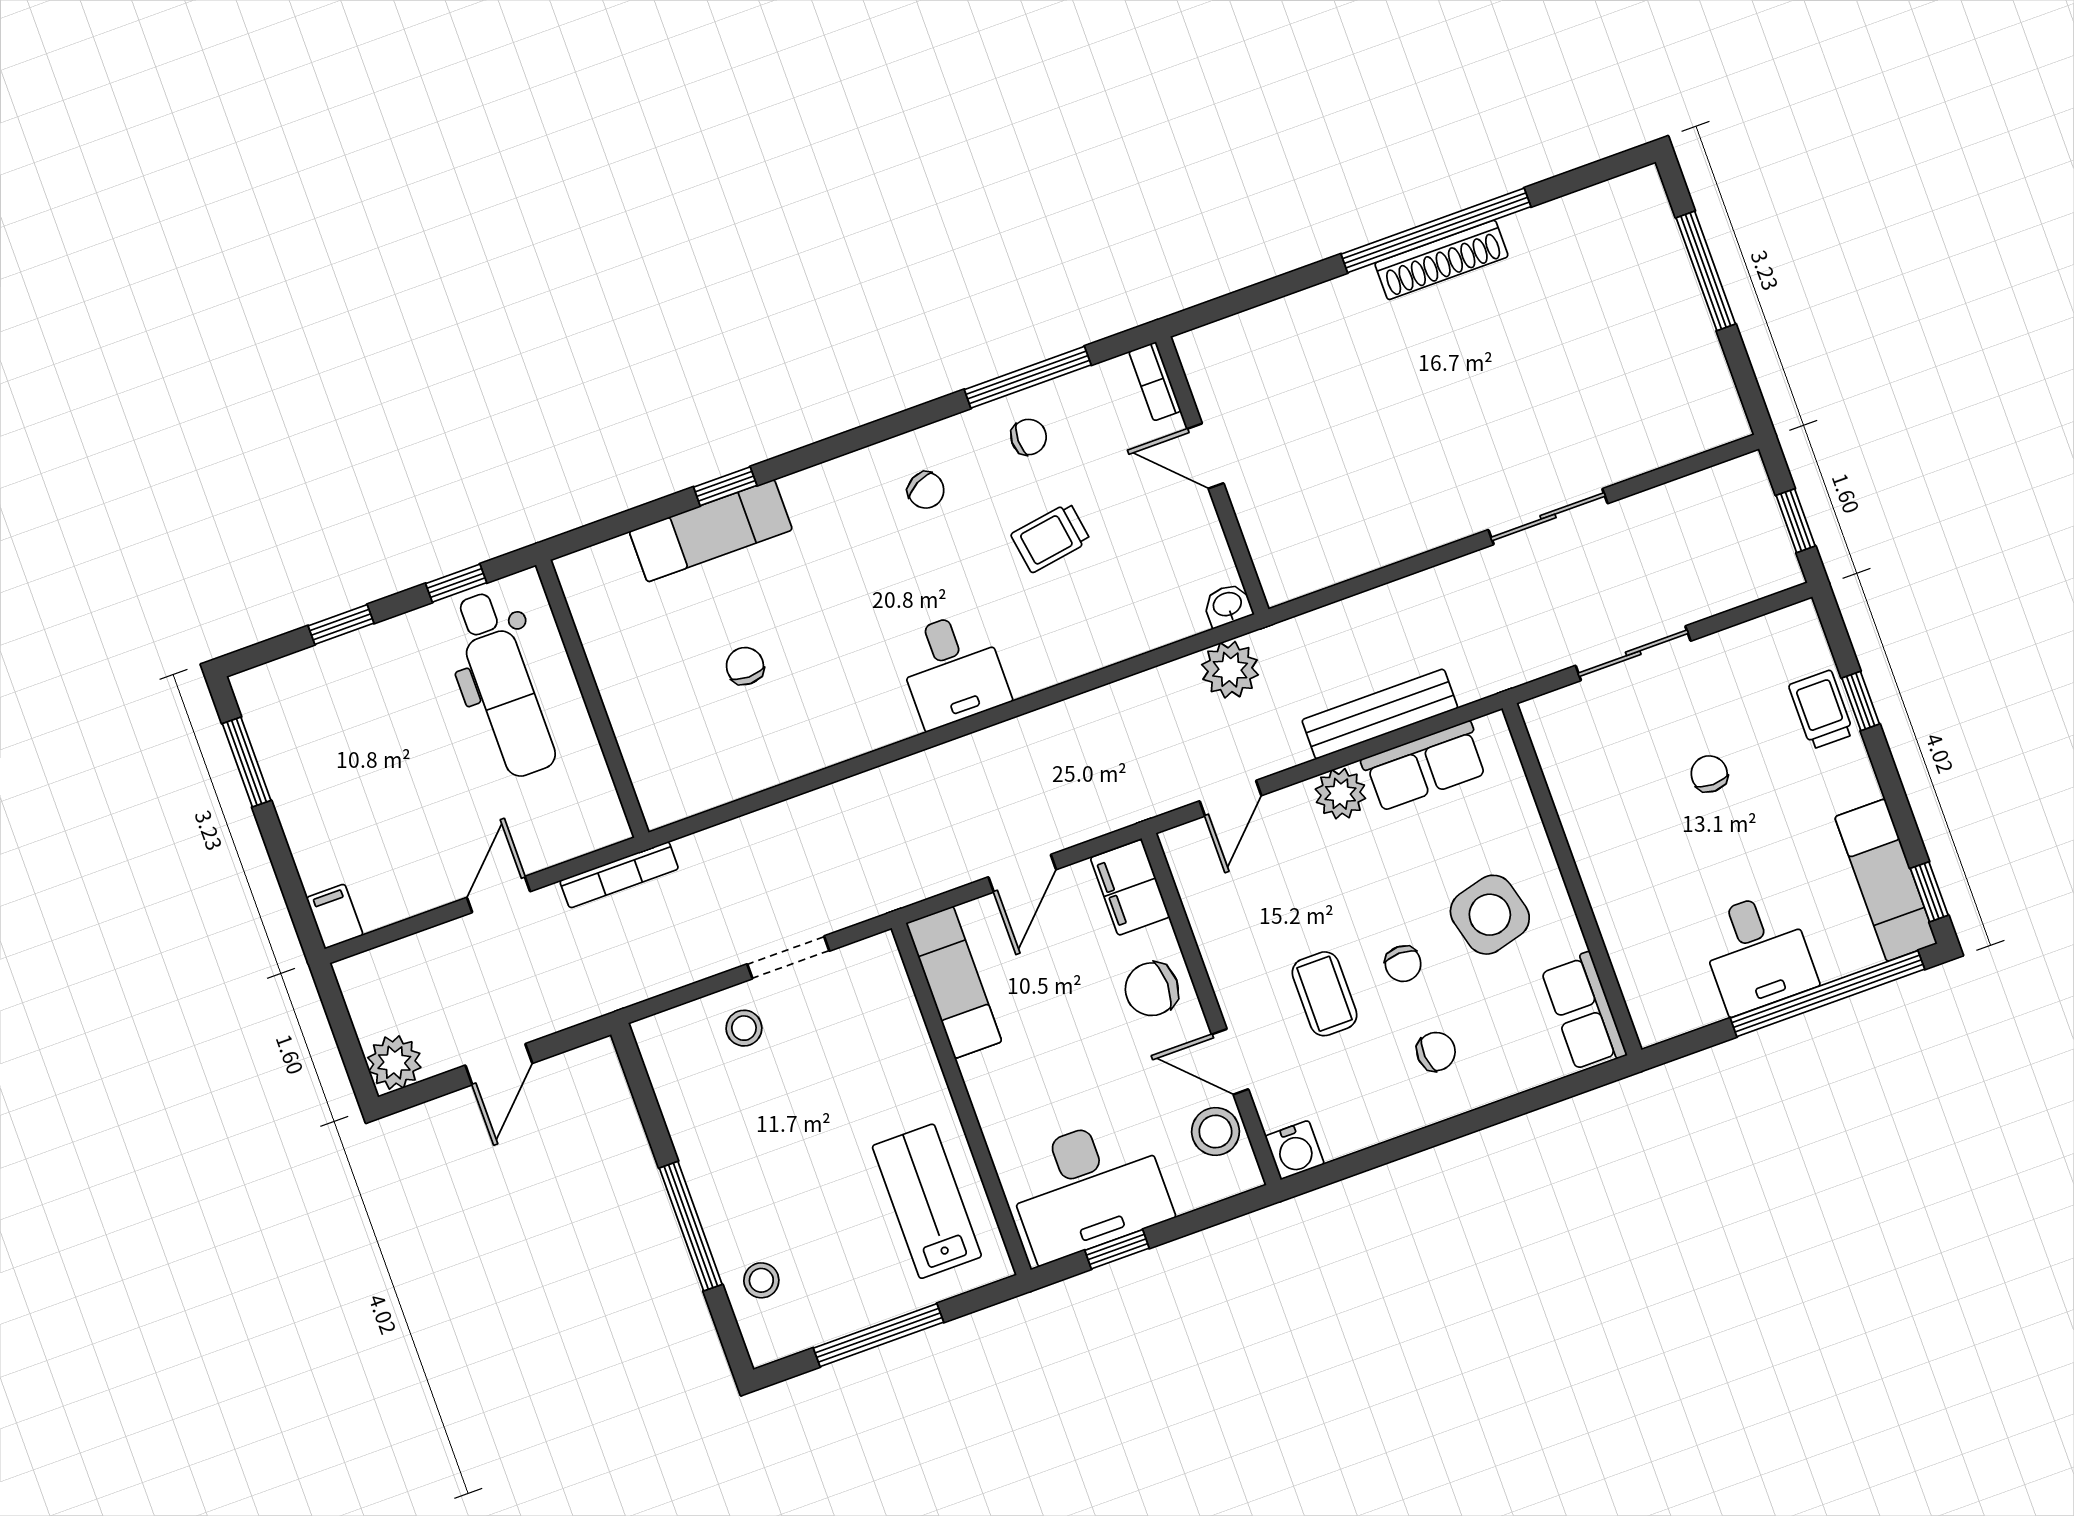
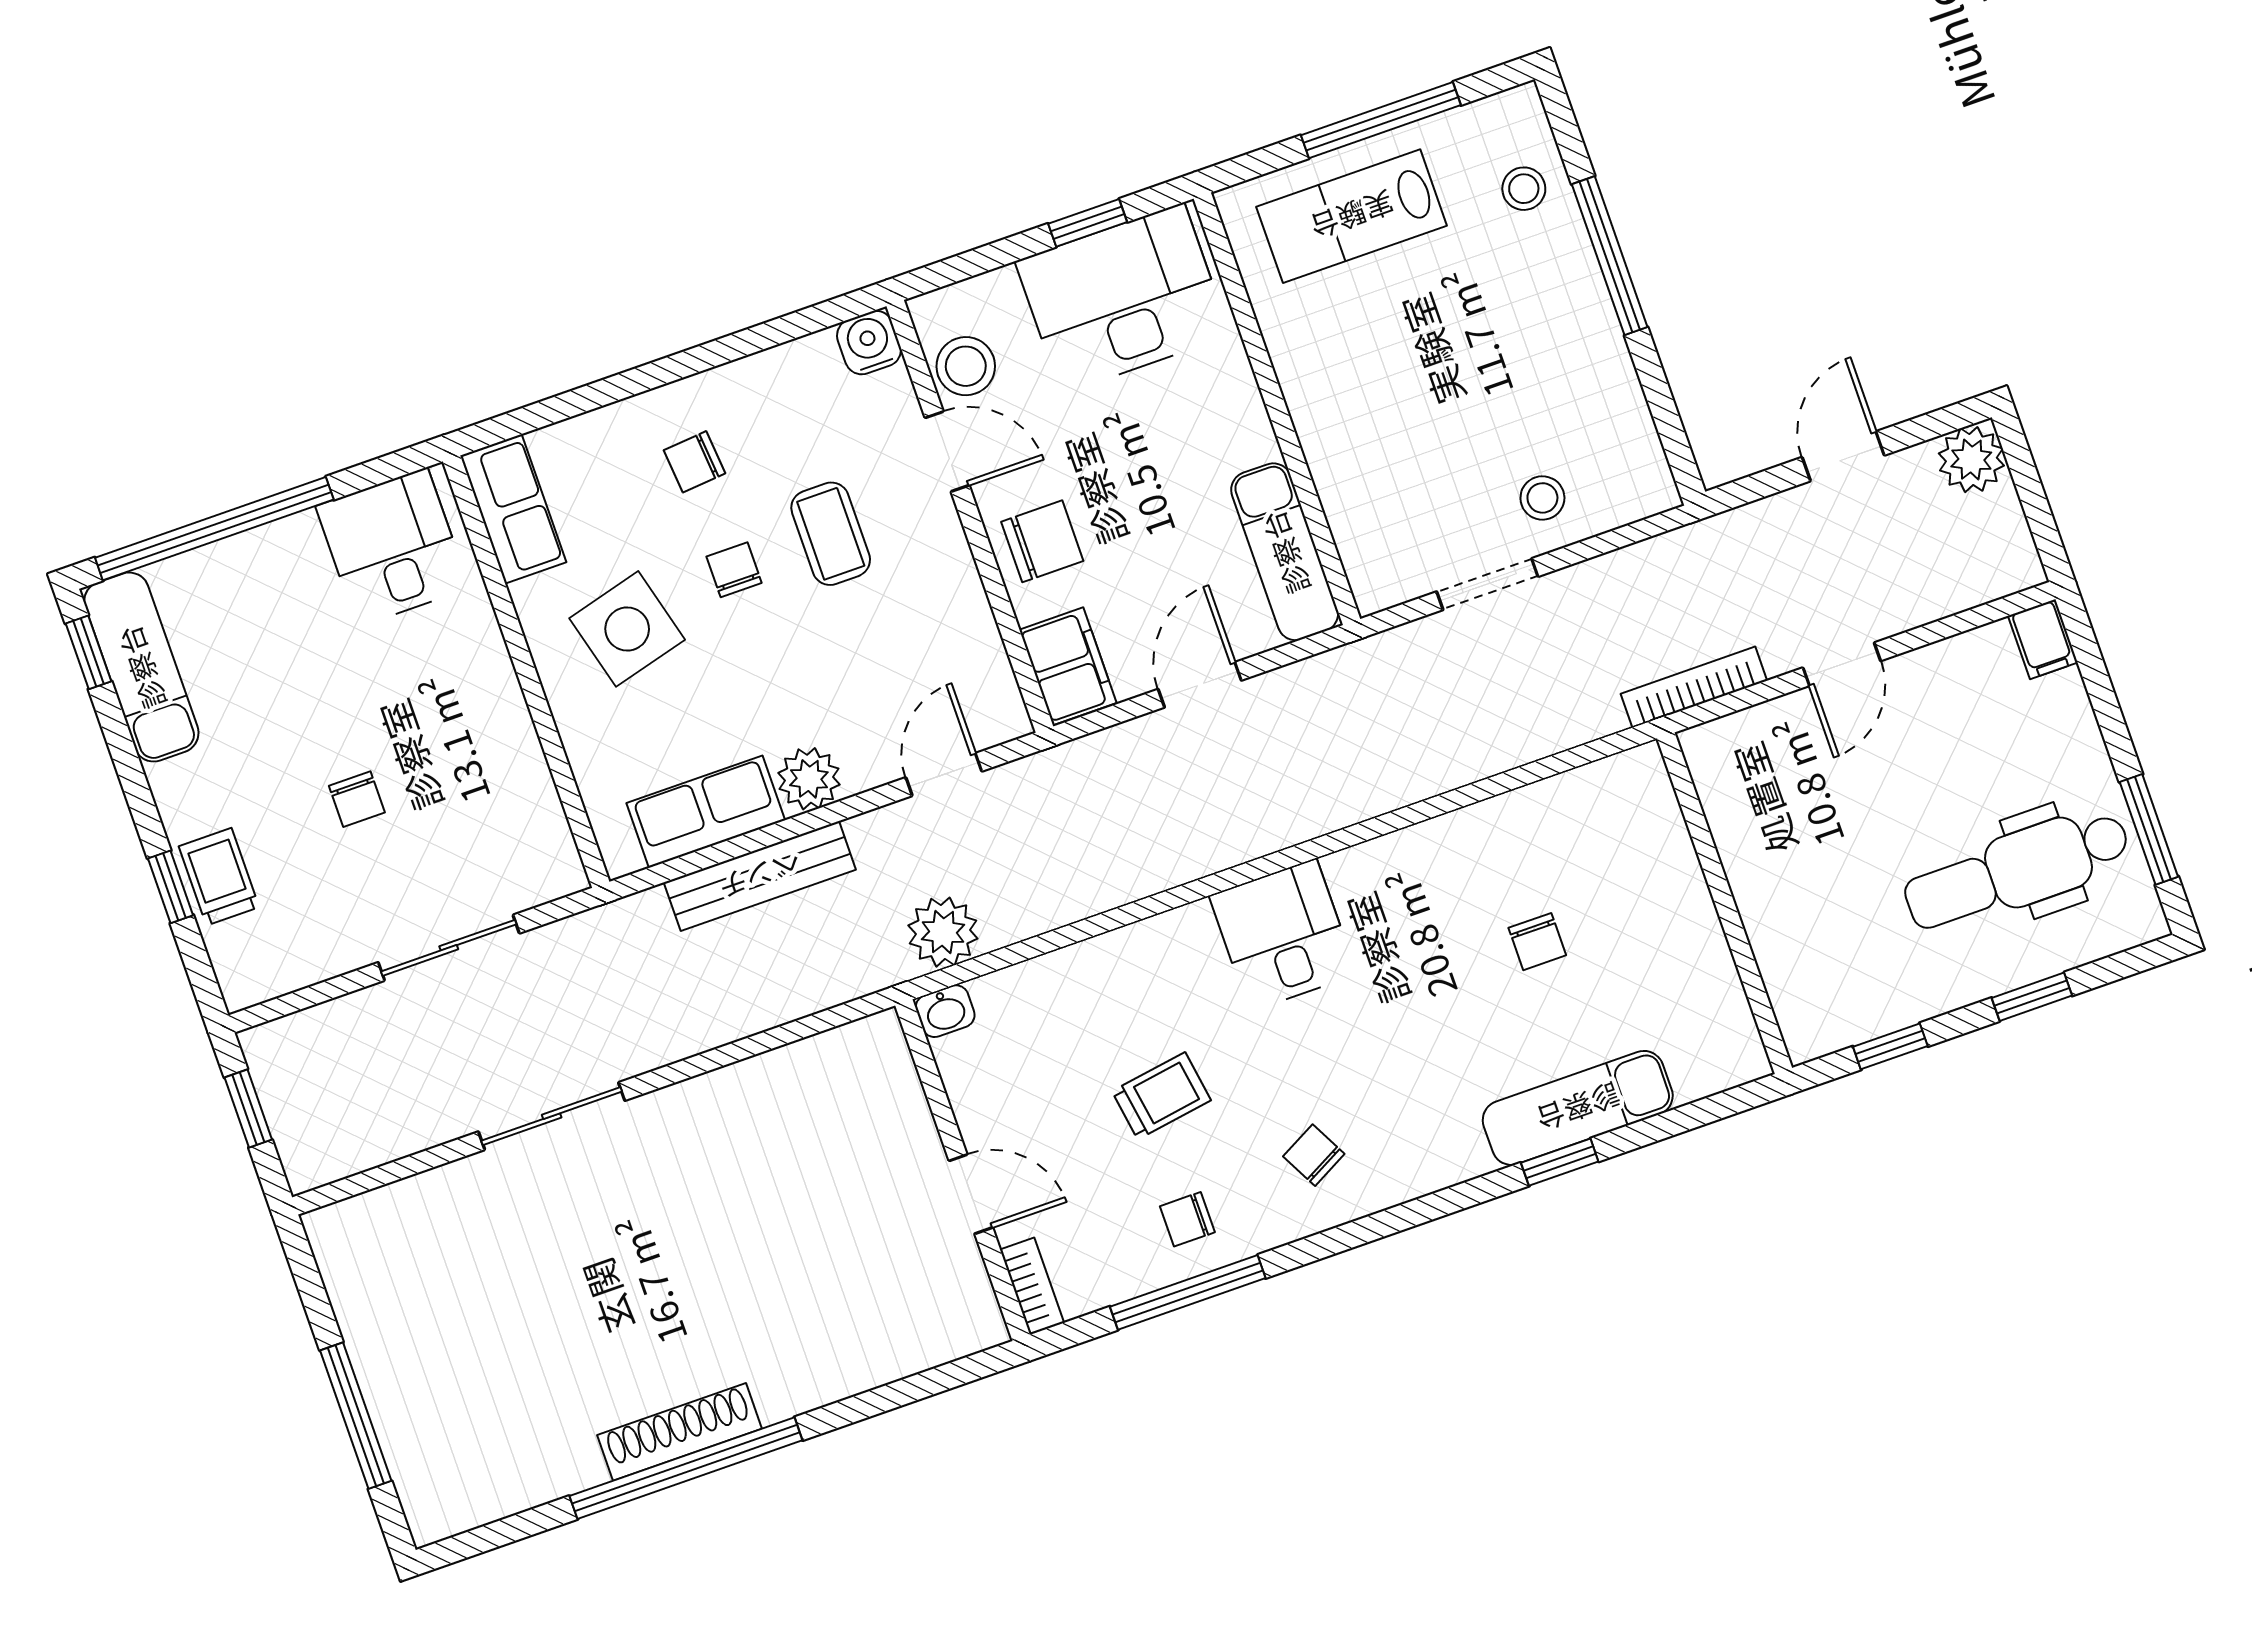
dental chair: (504, 684) -> (2017, 870), moved, turned -90
trolley: (1821, 710) -> (219, 877), turned 180
desk: (1757, 953) -> (393, 547), moved
lab bench: (927, 1201) -> (1352, 216), moved, turned 90

